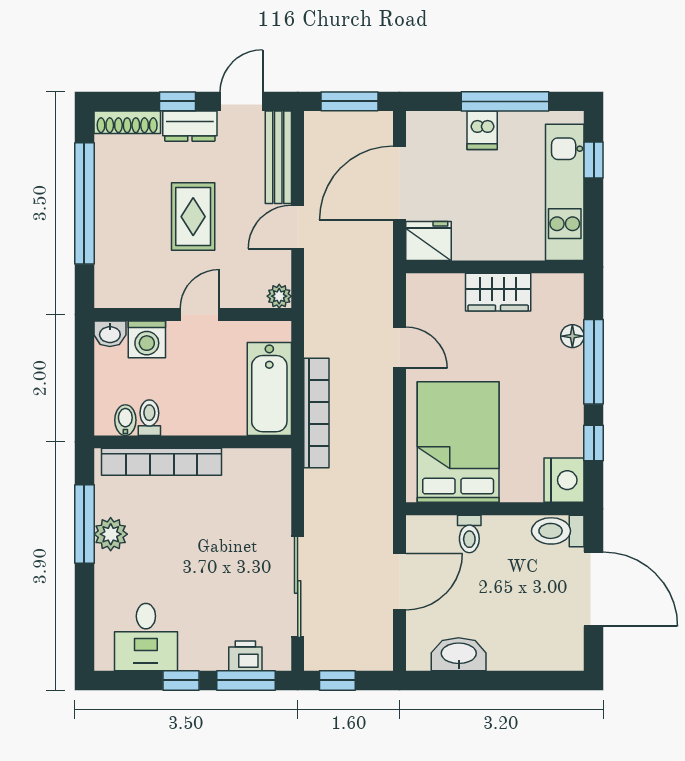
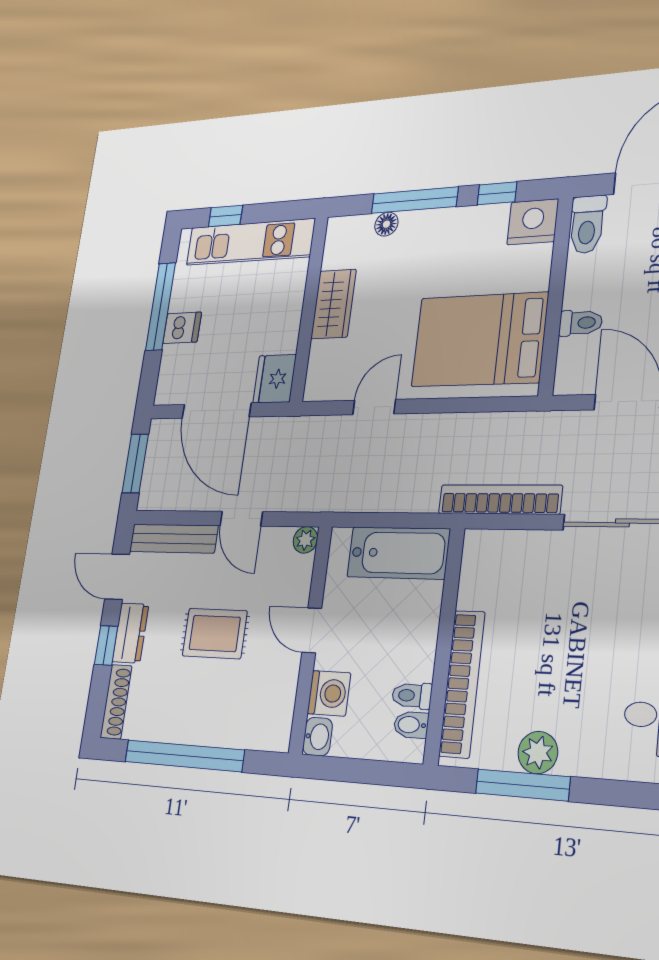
bookcase: (316, 413) -> (500, 499), moved

